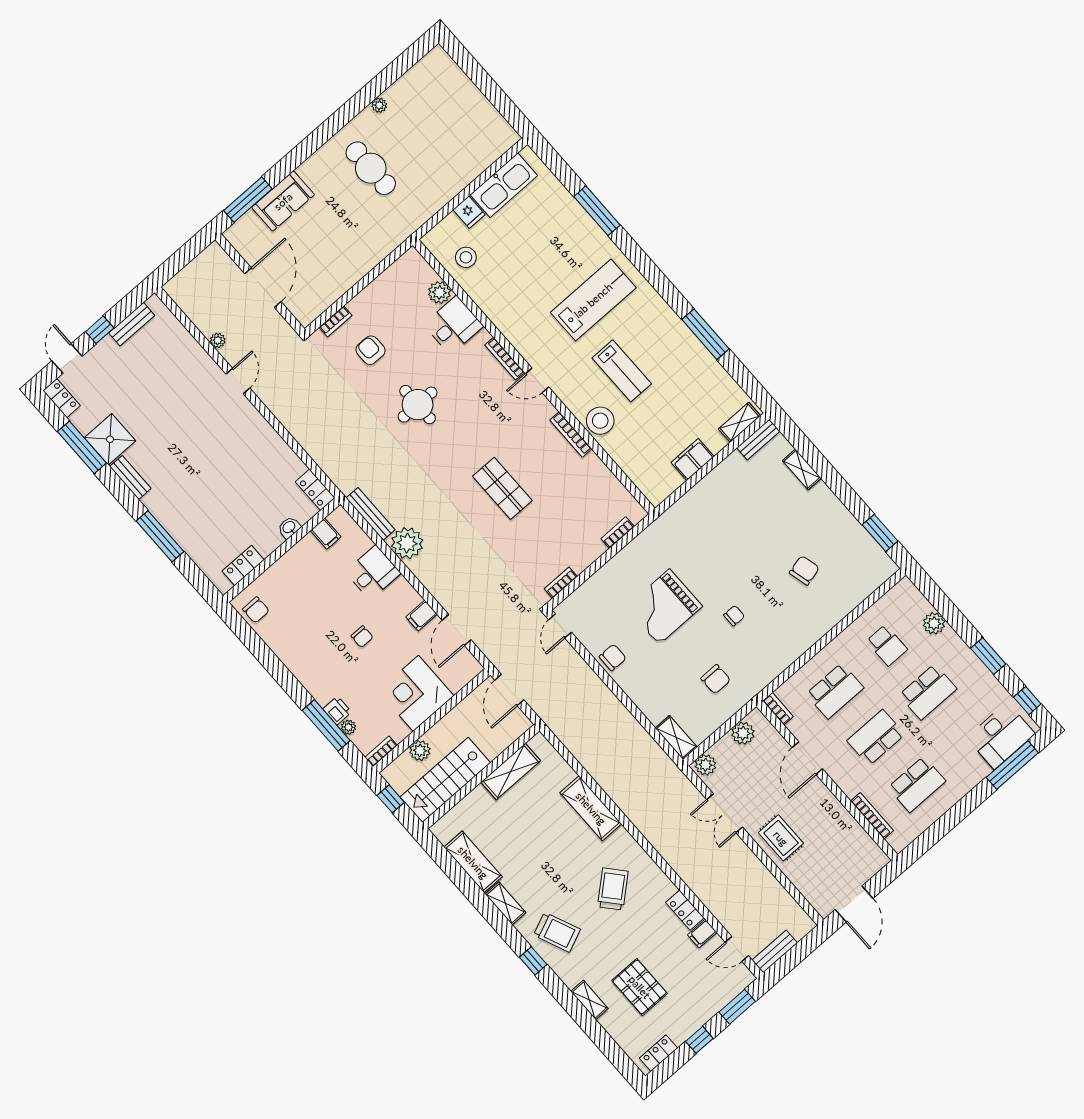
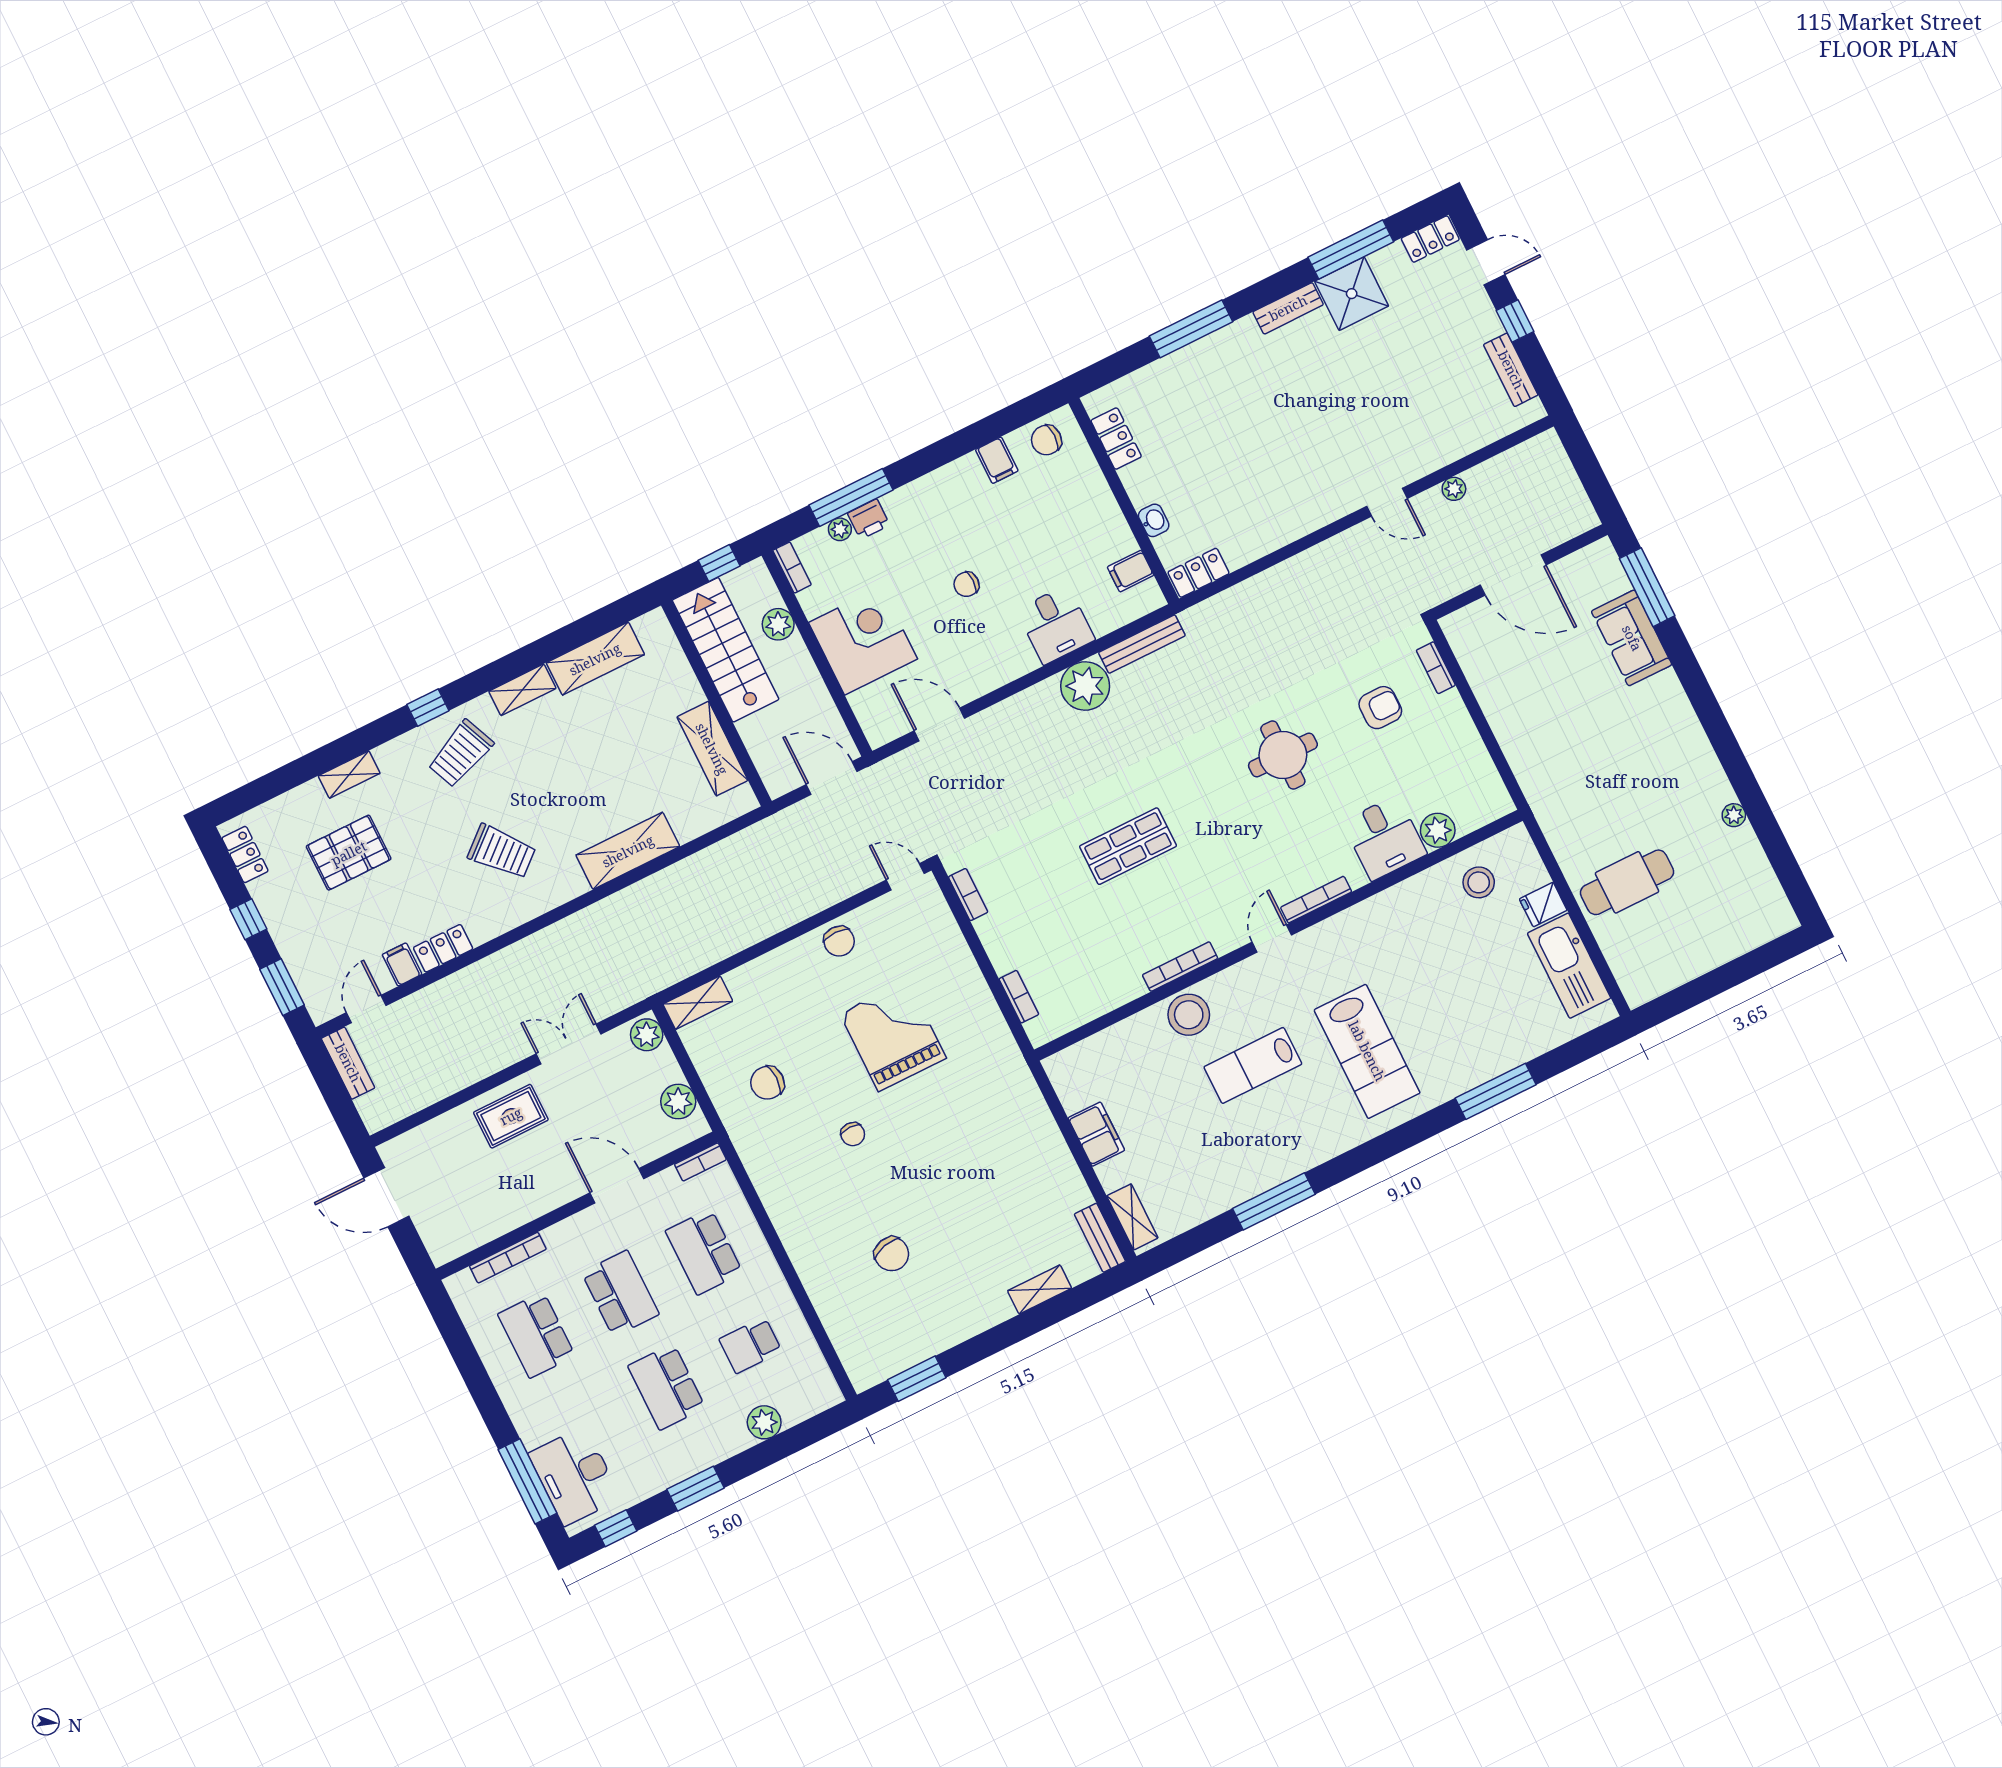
cafe table: (371, 168) -> (1627, 882), moved
filing cabinet: (422, 616) -> (997, 460), moved, turned 180

